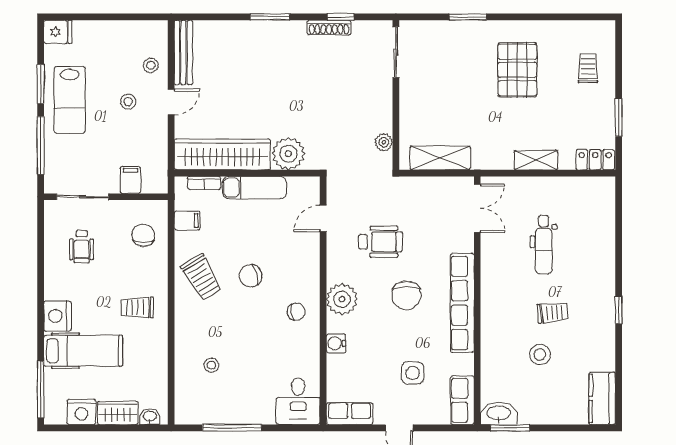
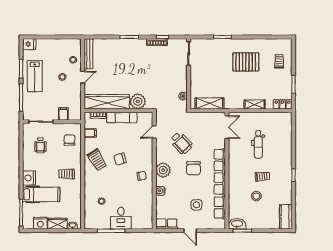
pallet: (517, 70) -> (246, 62), turned 90
wheelchair: (380, 242) -> (181, 143), turned 47
row of seats: (462, 400) -> (220, 208), moved
desk: (298, 401) -> (121, 218), moved

